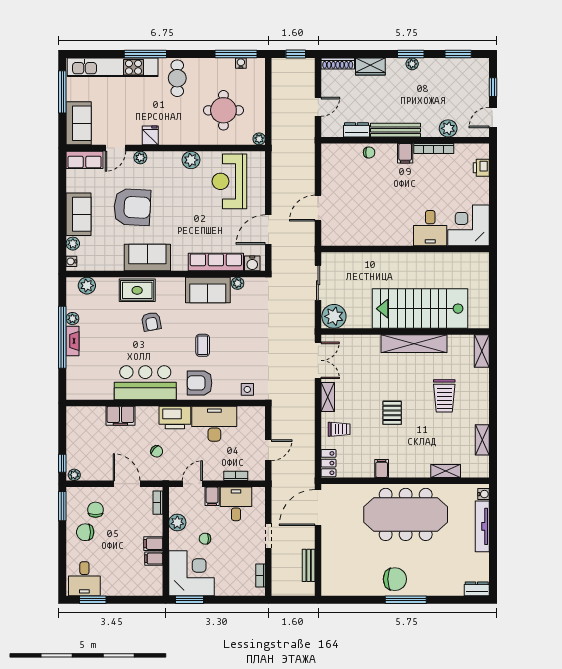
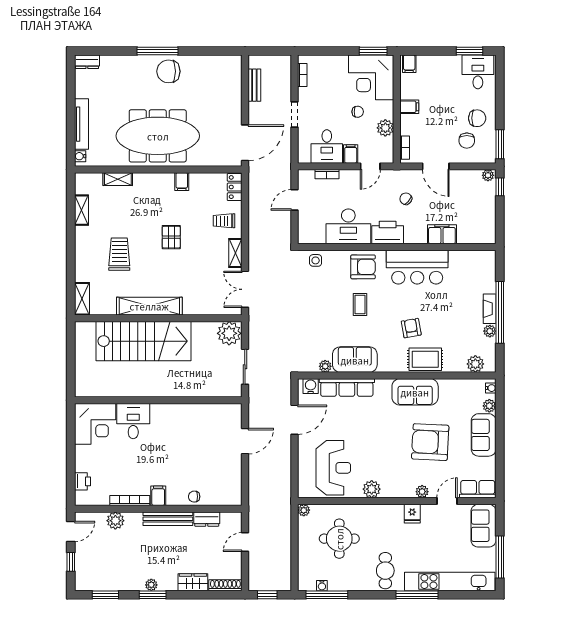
filing cabinet: (154, 559) -> (409, 64), moved, turned 90

